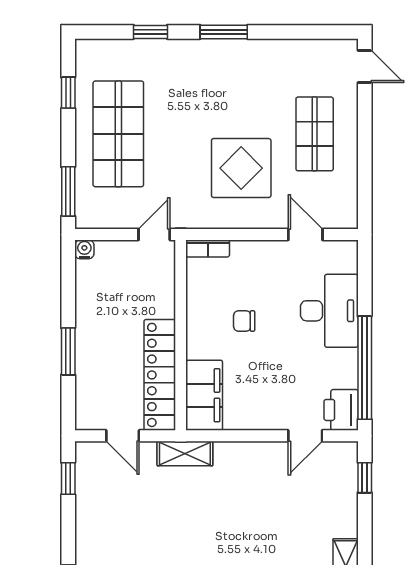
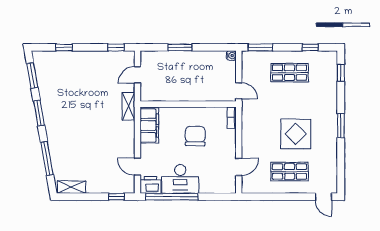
window: (150, 32) -> (341, 73), moved
door: (365, 66) -> (323, 197), hinge flipped
shop shelf: (118, 134) -> (289, 73), width x0.70, depth x0.74
display table: (241, 168) -> (296, 134), moved
desk: (329, 311) -> (180, 179), moved
chair: (244, 321) -> (195, 136), width x1.87, depth x1.87
locker: (160, 375) -> (168, 94), removed
filing cabinet: (204, 395) -> (149, 126), moved, turned -90

